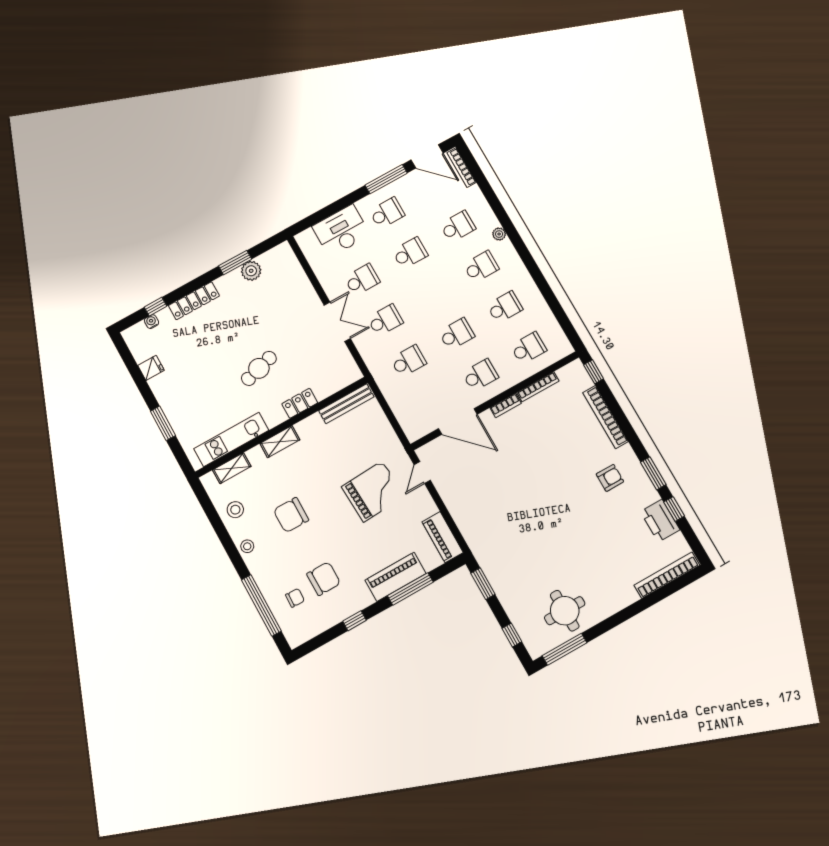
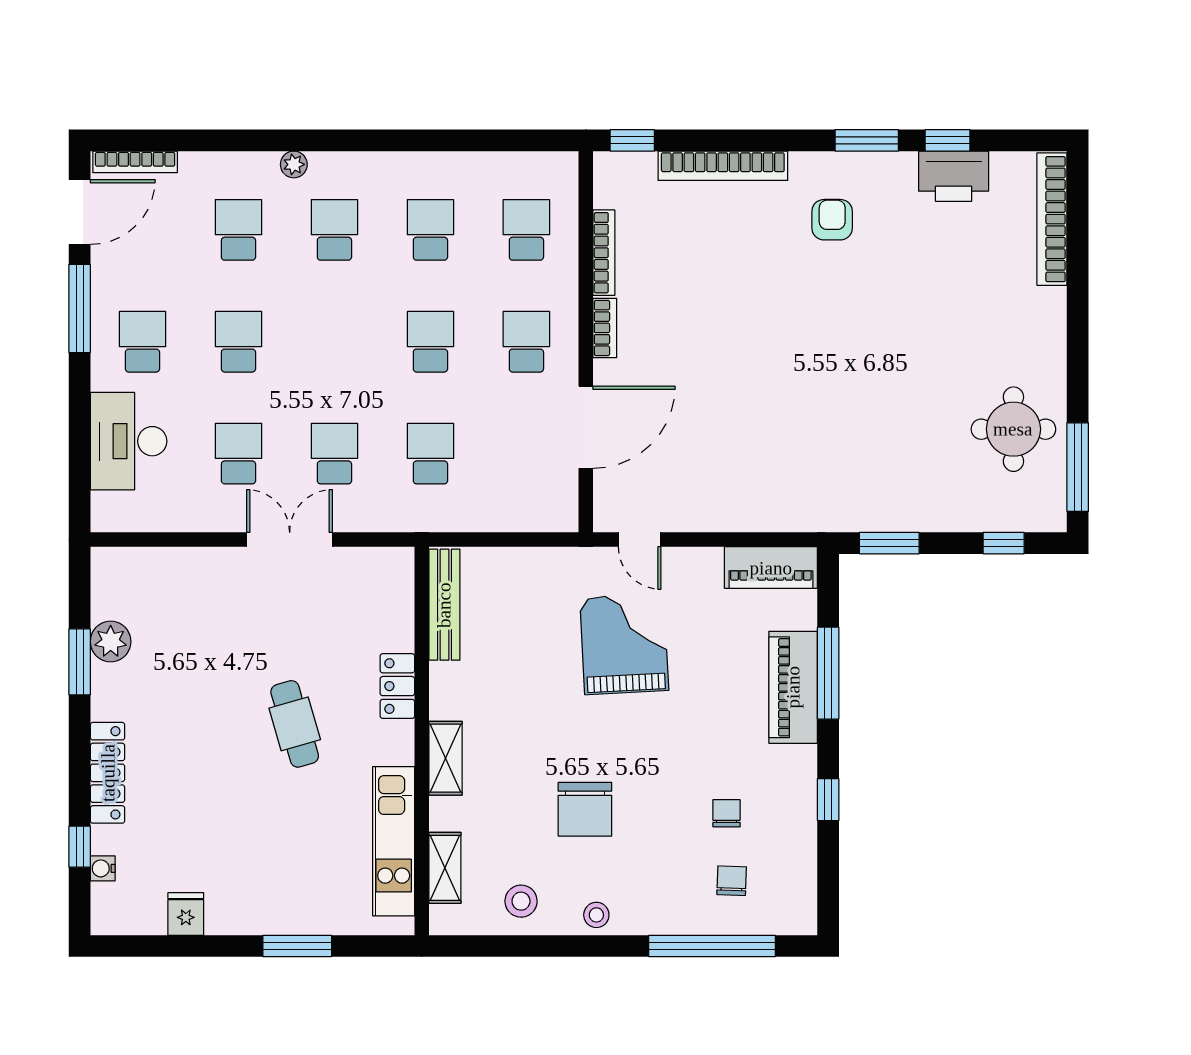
chair: (324, 579) -> (726, 813), width x0.54, depth x0.54

